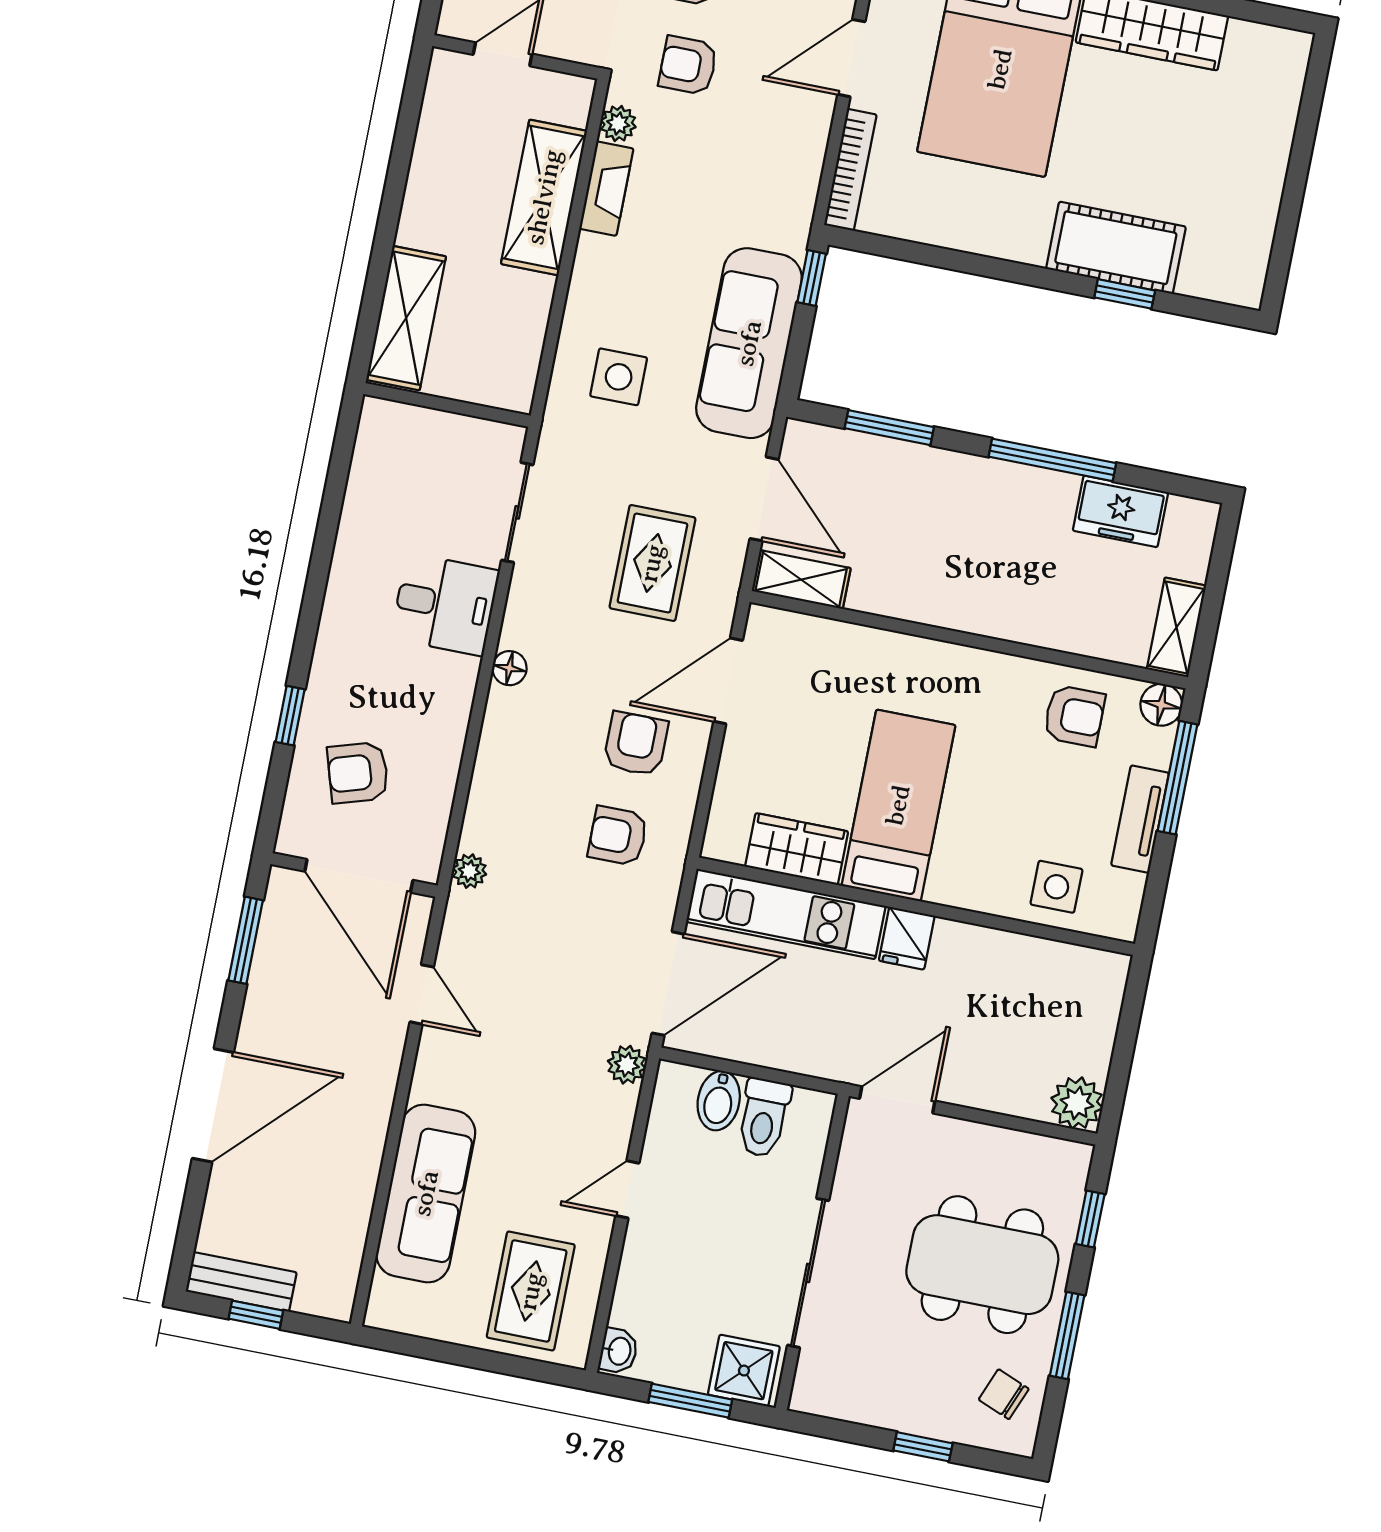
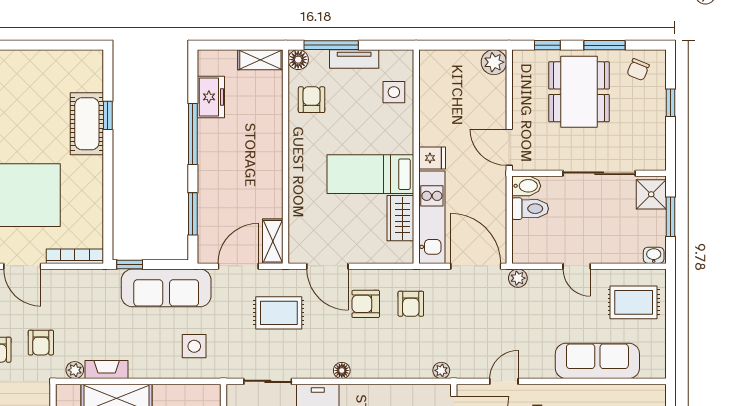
bidet: (719, 1101) -> (526, 186), moved

